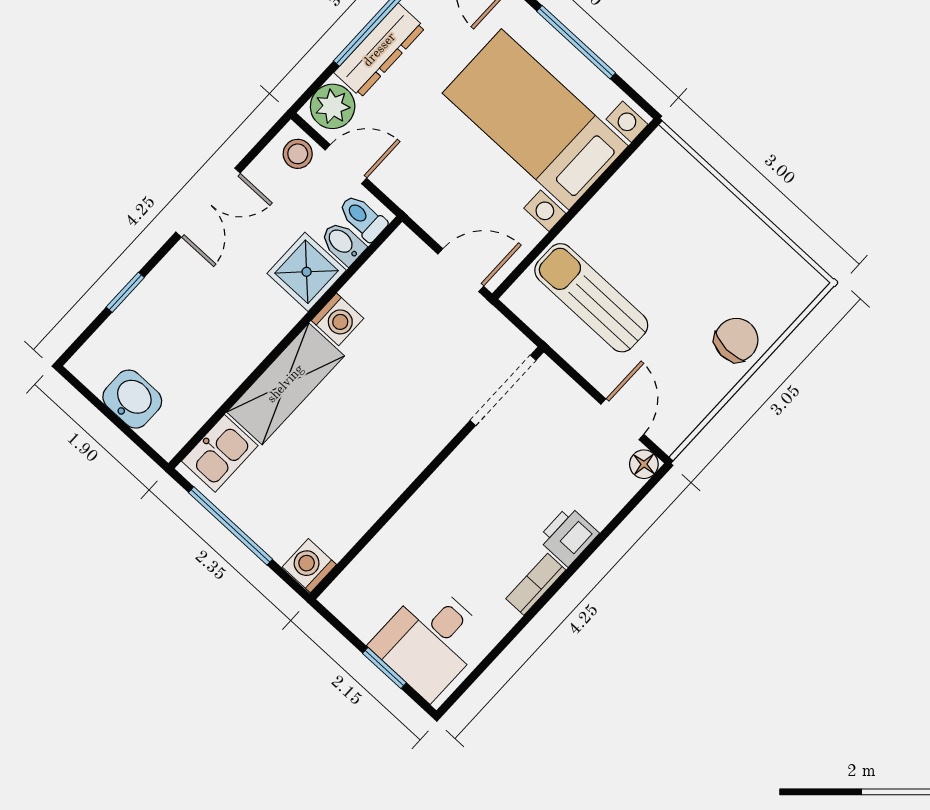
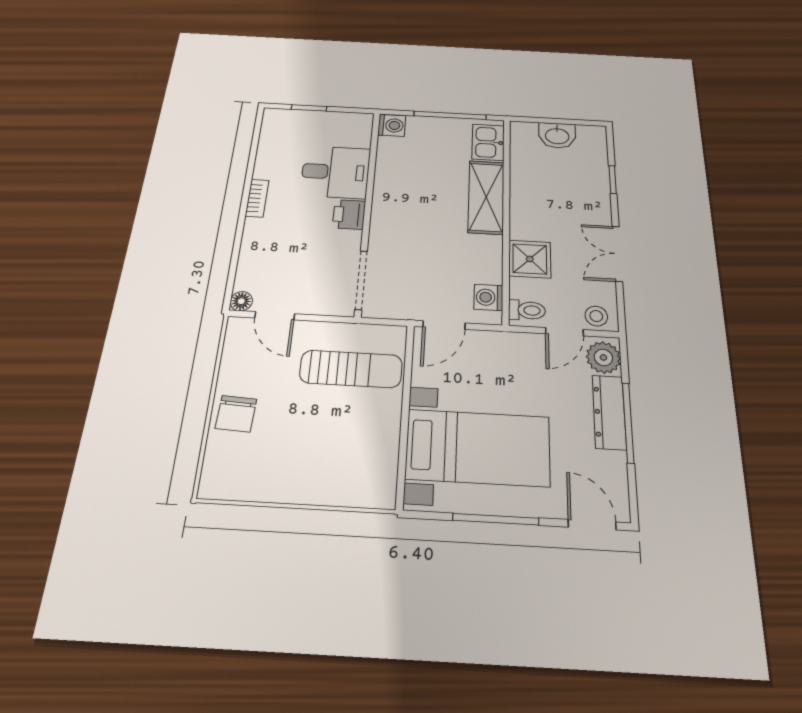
bidet: (343, 243) -> (525, 289), removed
washing machine: (338, 319) -> (488, 297), moved
printer: (568, 536) -> (349, 214), moved, turned 180
desk: (430, 641) -> (335, 172), moved, turned 90

